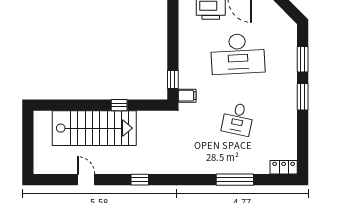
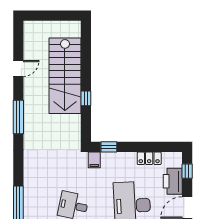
locker: (185, 35) -> (149, 158), added
window: (140, 180) -> (18, 117), width x2.17

